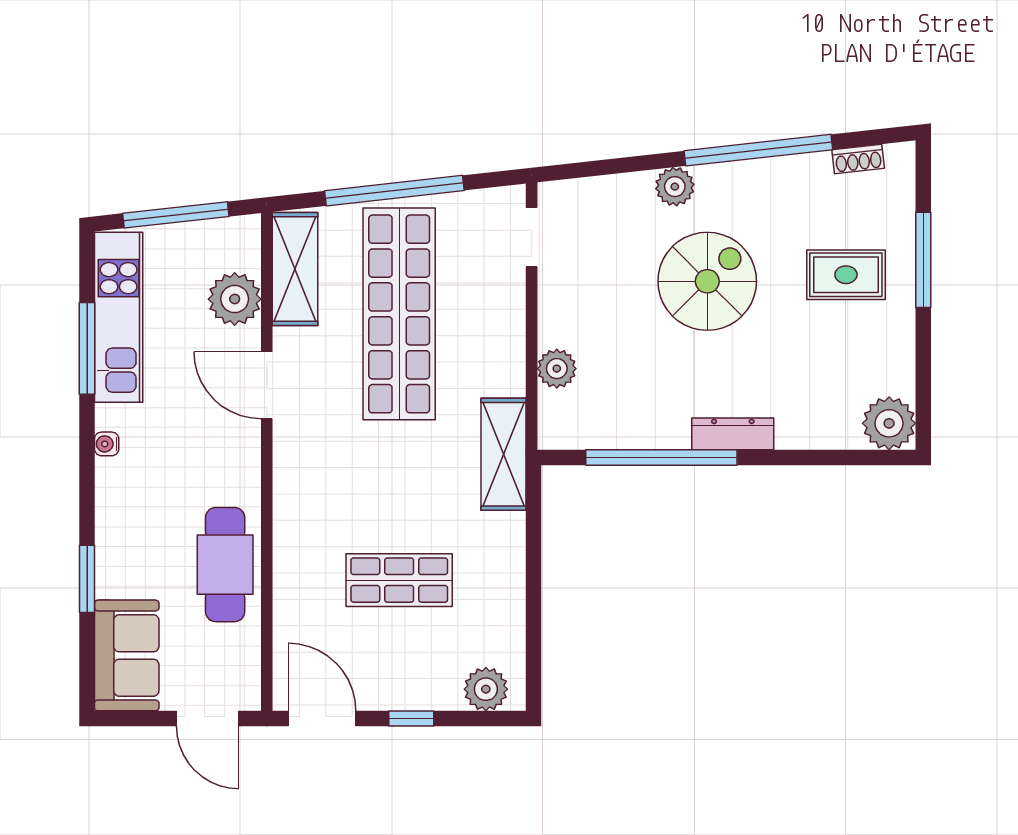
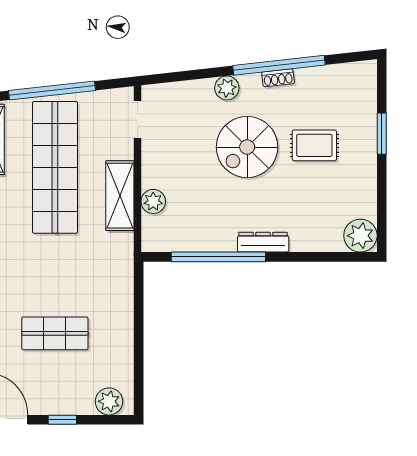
shoe rack: (858, 159) -> (278, 78), moved
window: (923, 260) -> (382, 134), width x0.69
rug: (846, 275) -> (314, 145), moved
spiral stairs: (707, 281) -> (247, 147), turned 180
shelving: (503, 454) -> (120, 196), moved

